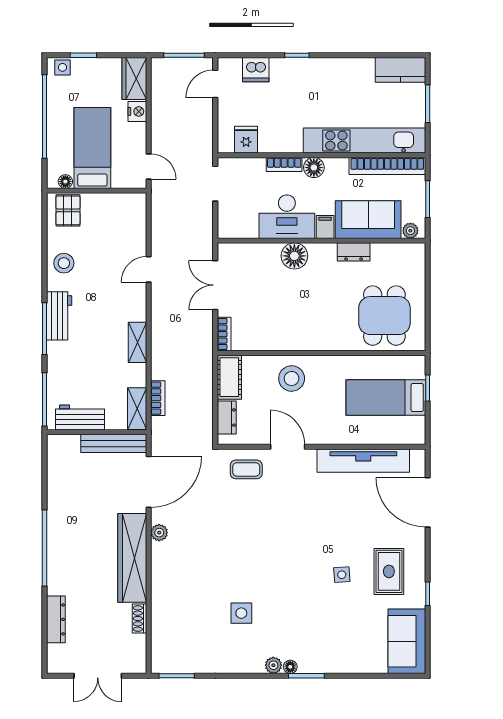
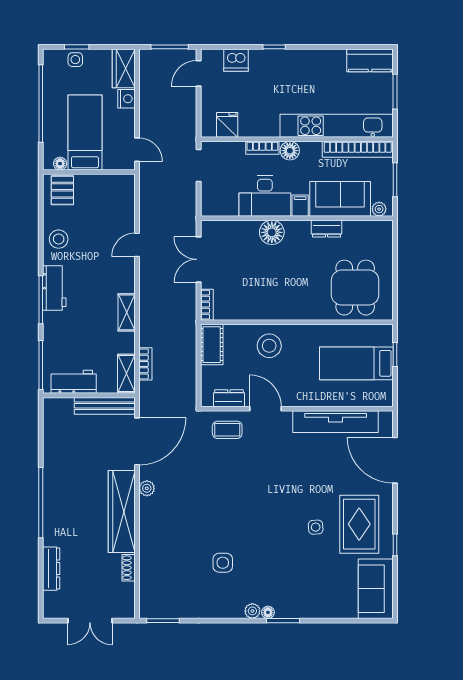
side table: (62, 67) -> (75, 60), moved
dresser: (227, 418) -> (229, 398), moved, turned -90
rug: (389, 571) -> (359, 524), width x1.36, depth x1.43

